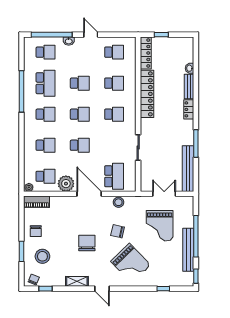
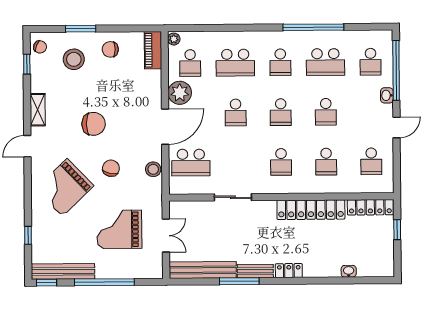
bench: (189, 87) -> (255, 271), moved
school desk: (45, 145) -> (235, 63), width x1.85
bench: (188, 250) -> (63, 271), moved

